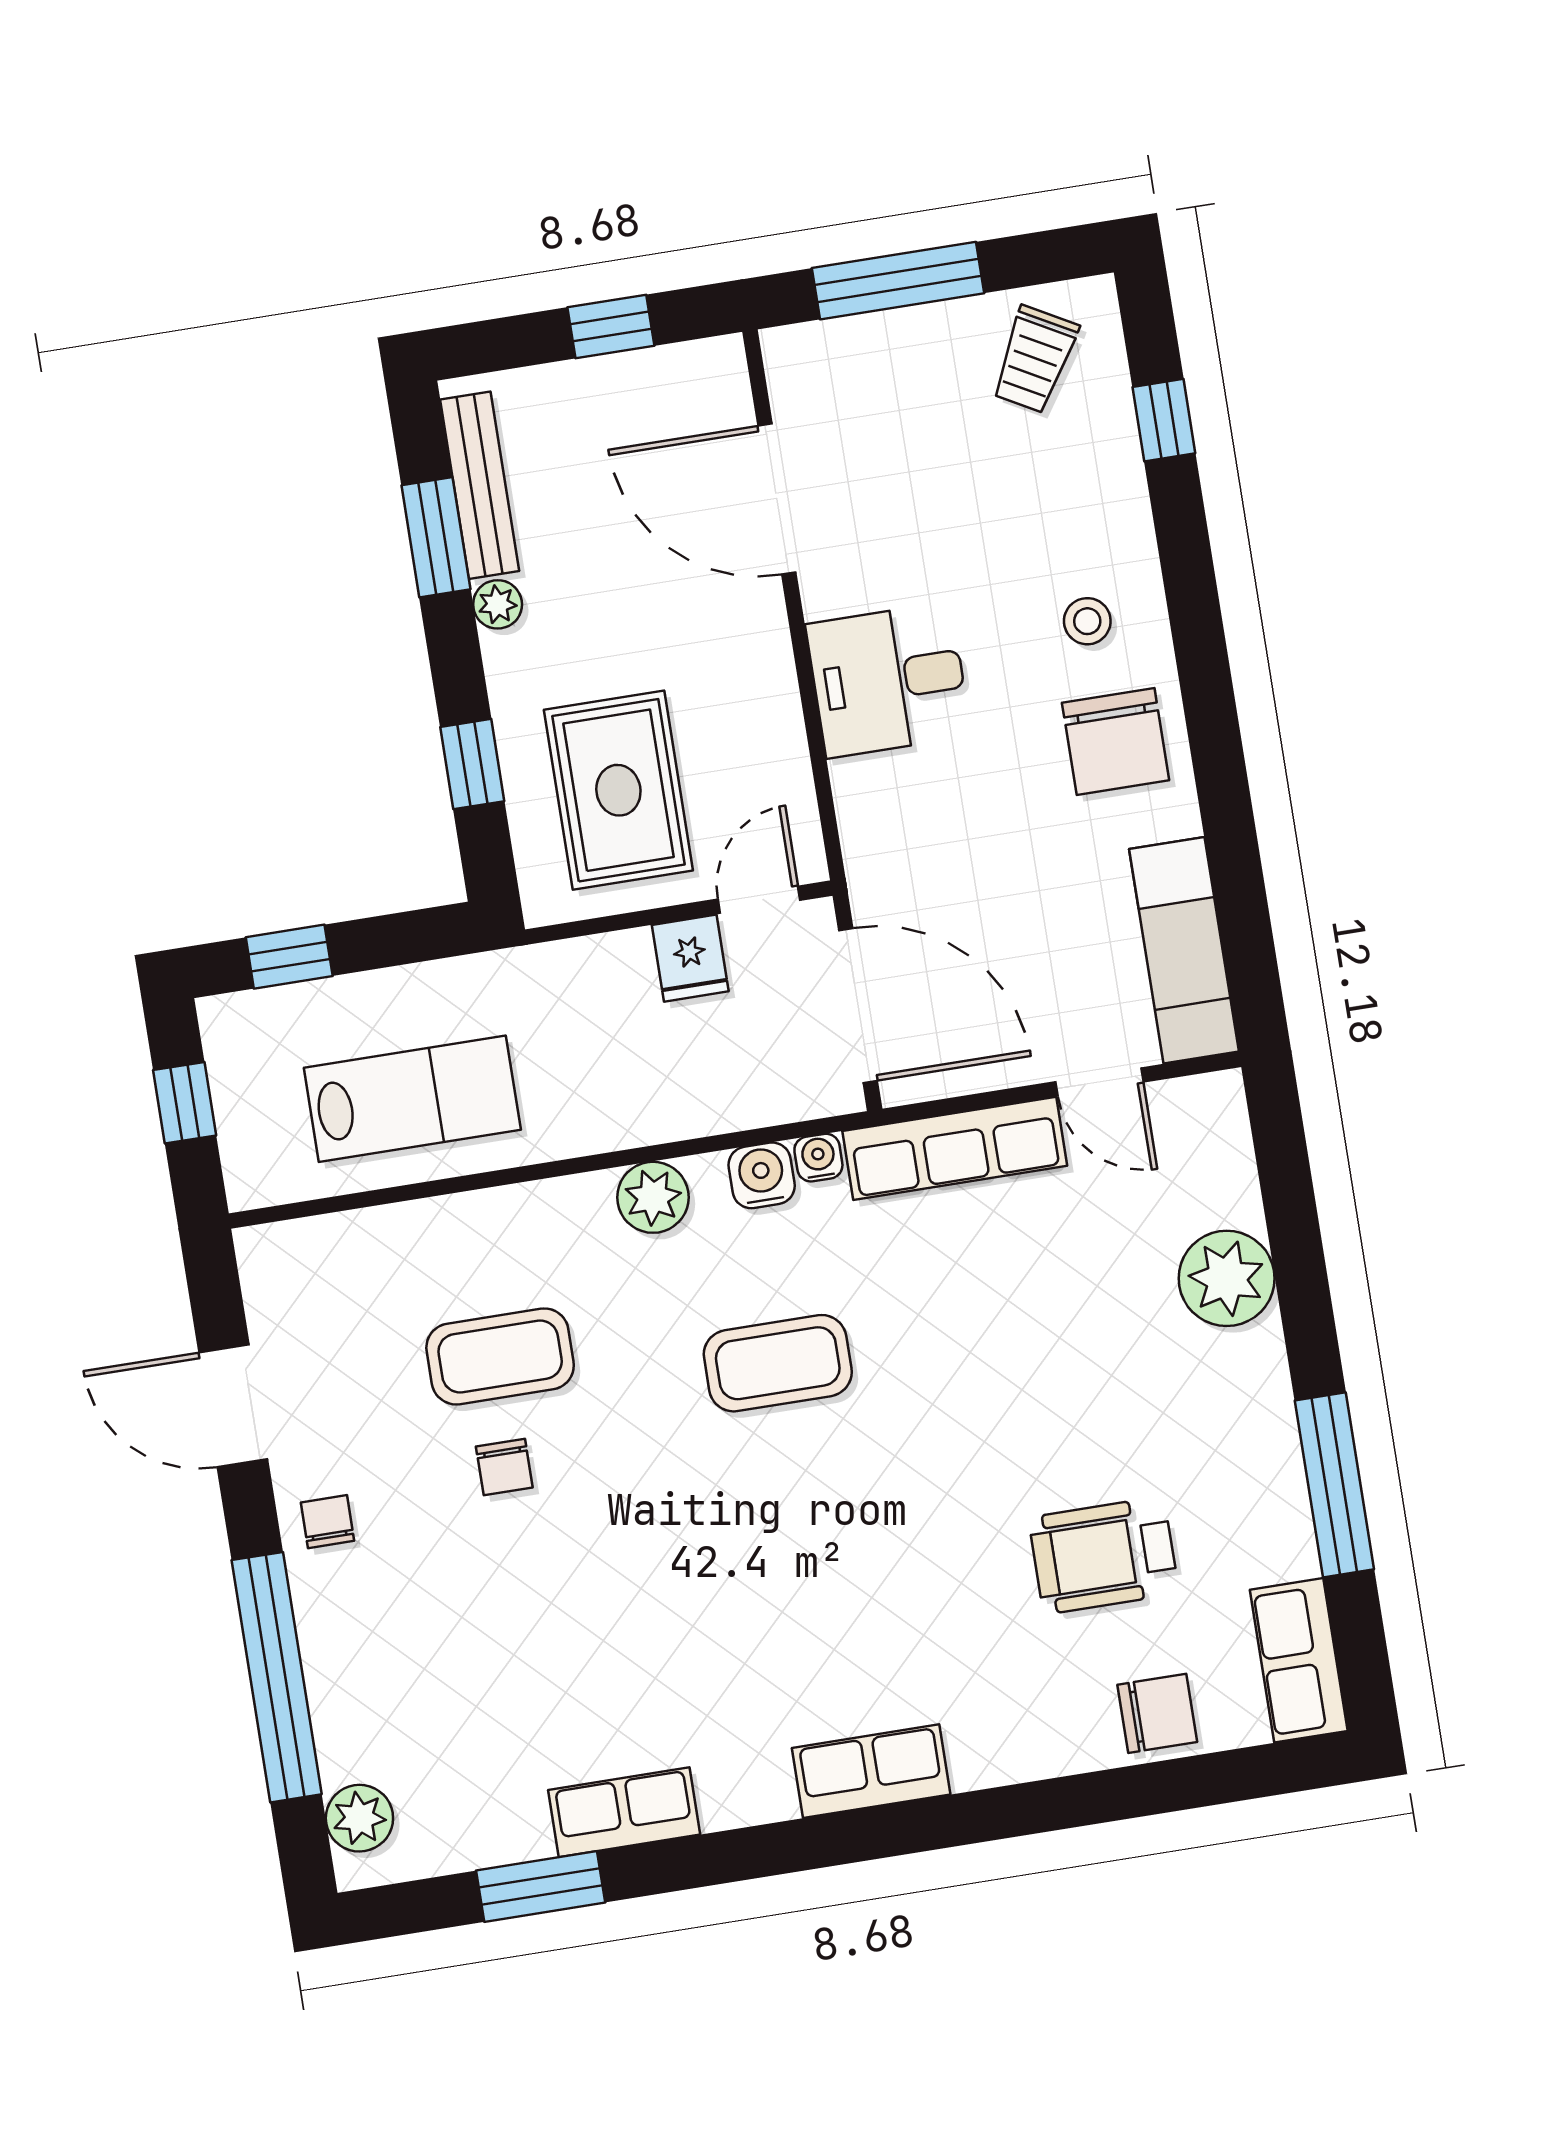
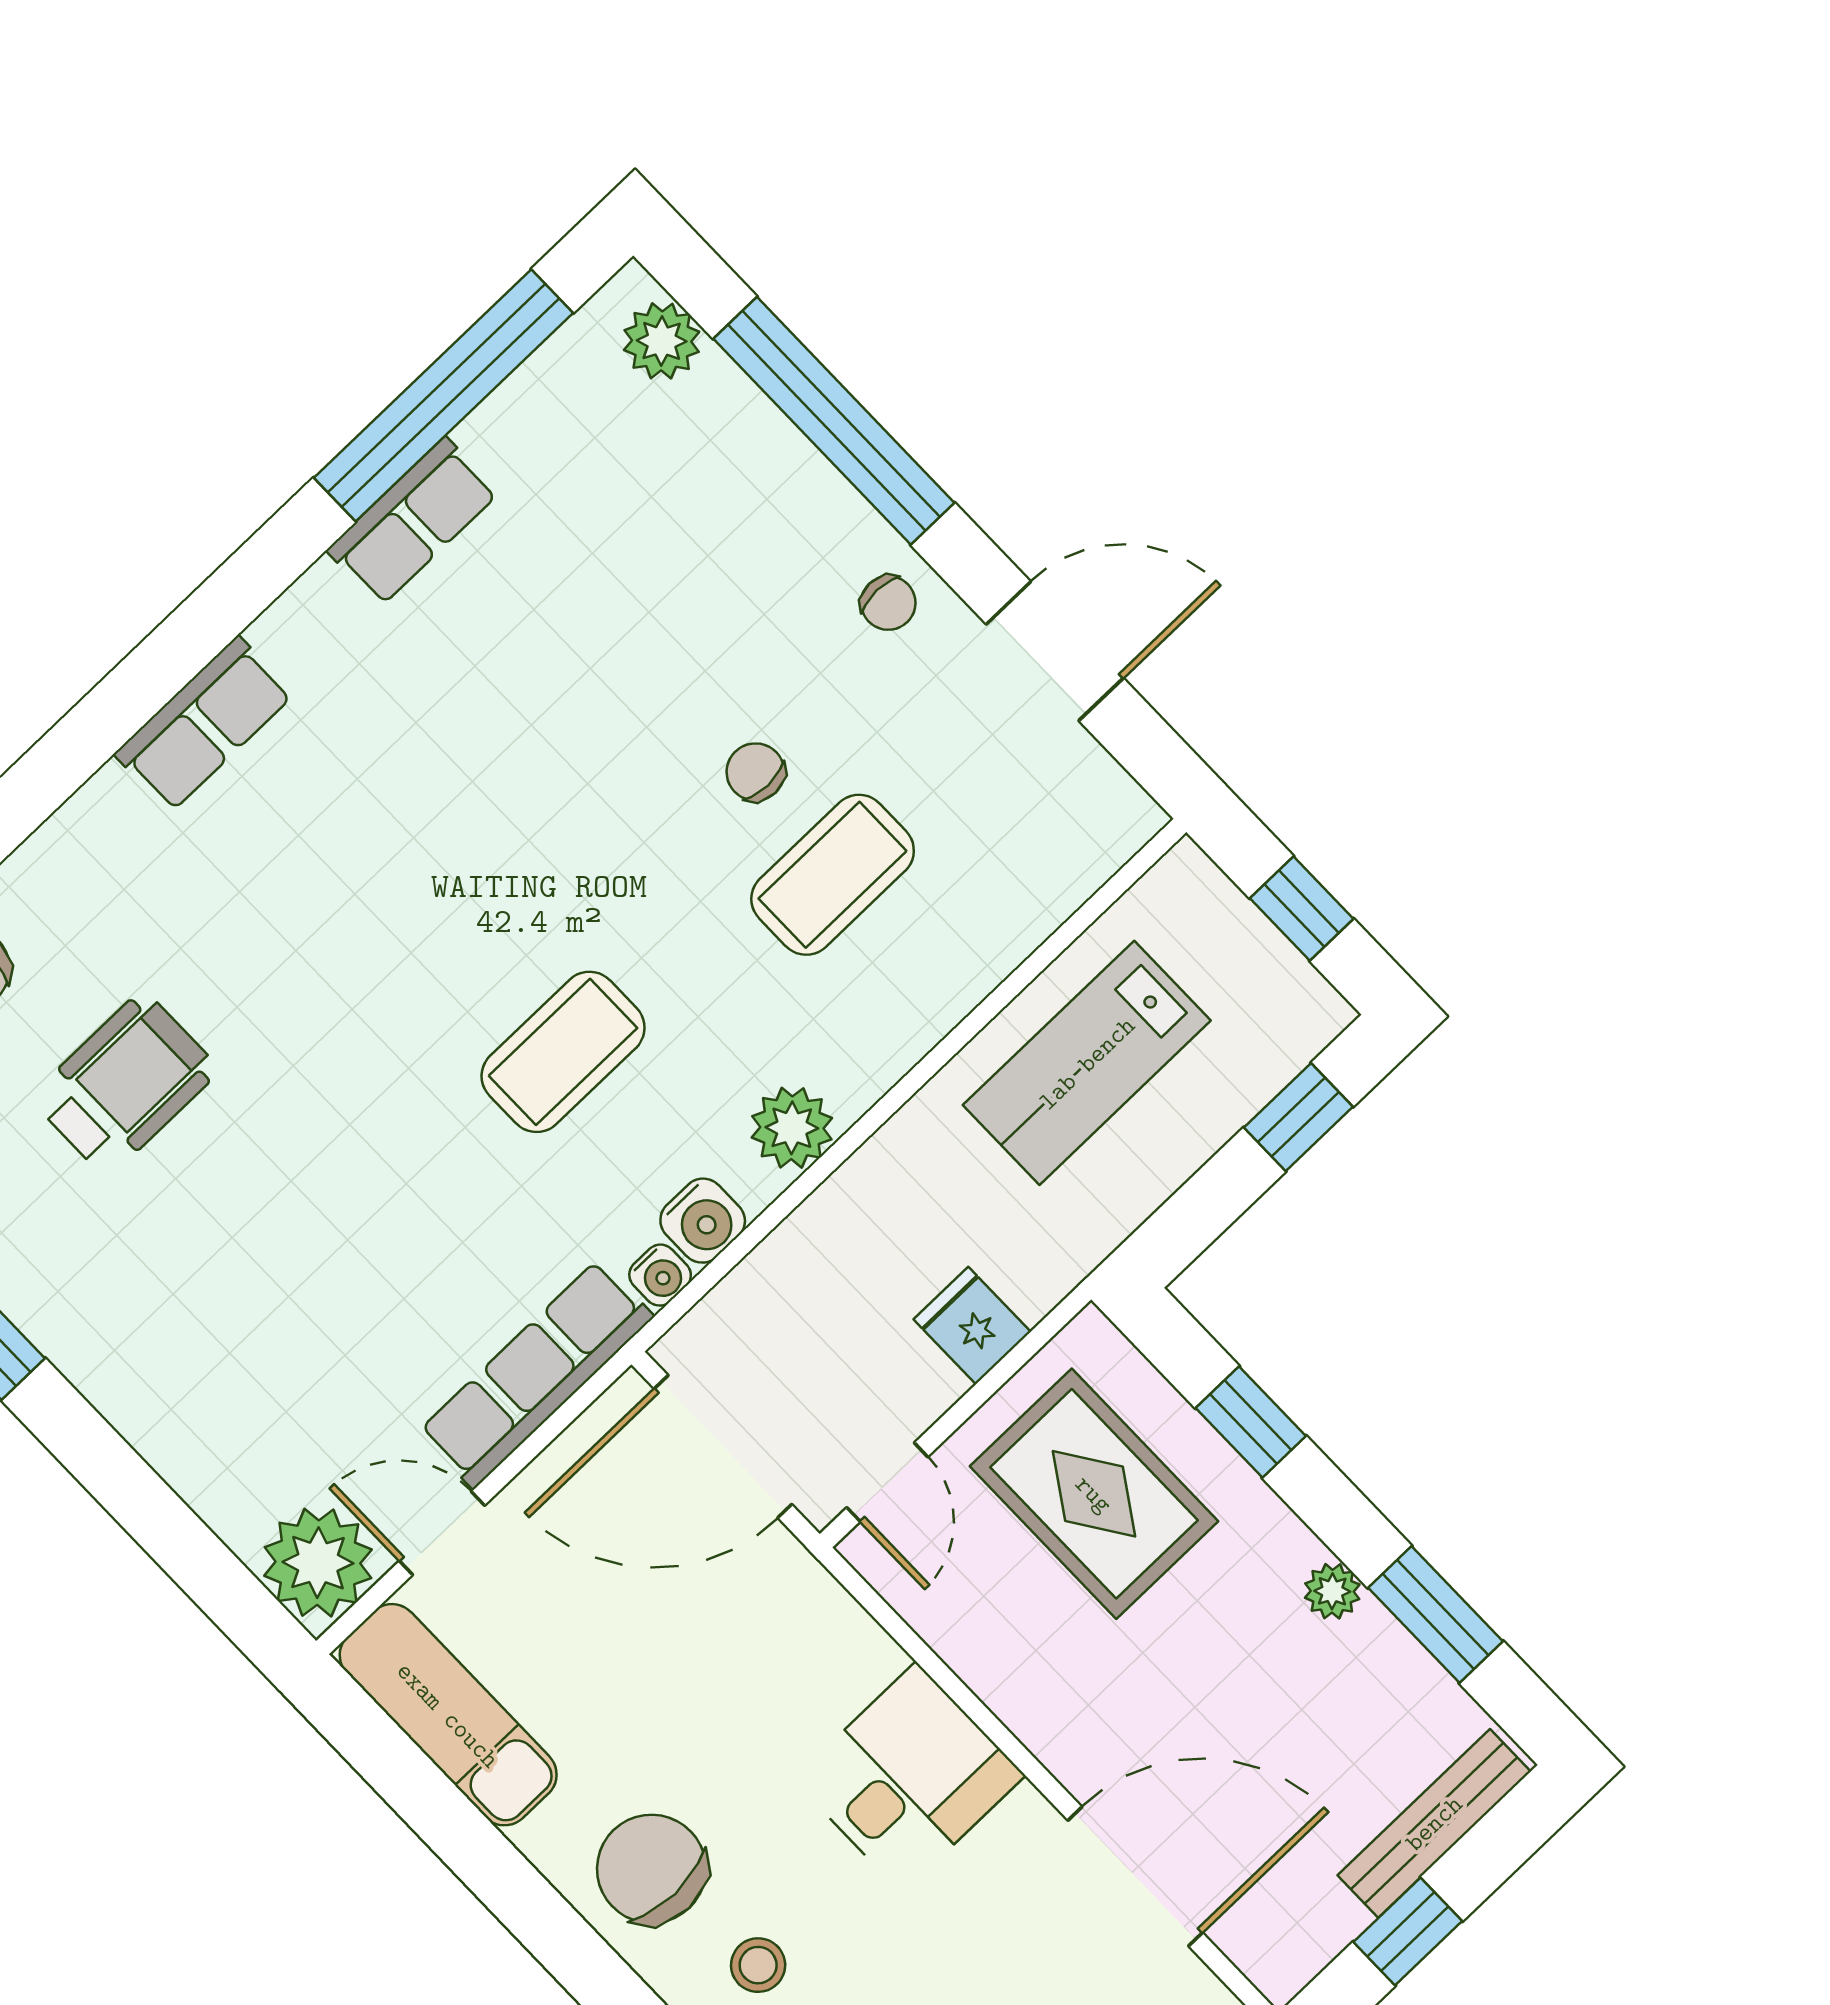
bench: (480, 485) -> (1434, 1823), moved, turned 90
fridge: (690, 958) -> (972, 1326), moved
plant: (1227, 1278) -> (318, 1563), moved
window: (541, 1887) -> (443, 395), width x2.11

